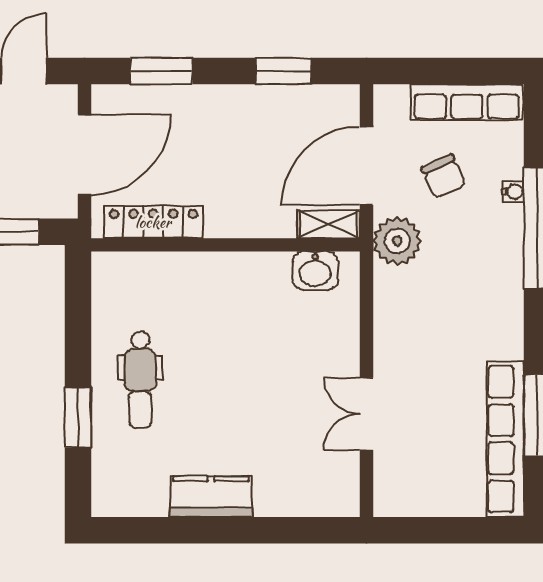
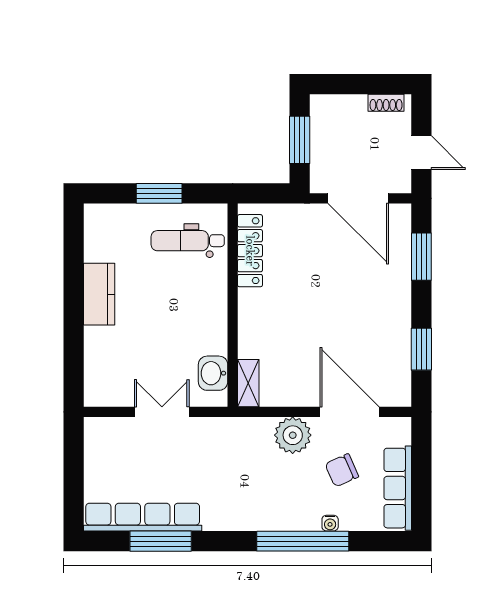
locker: (153, 222) -> (250, 251), moved
shelving: (329, 224) -> (248, 383), moved
wall: (225, 245) -> (233, 305), moved
washbasin: (315, 271) -> (213, 373), moved

